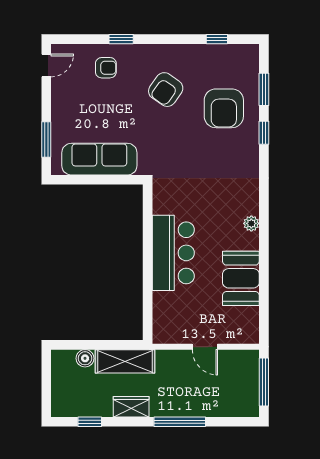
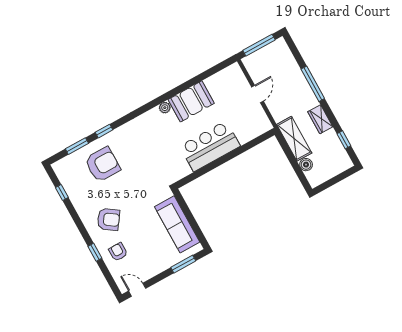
armchair: (166, 90) -> (108, 219), moved
booth: (241, 278) -> (191, 101), moved

